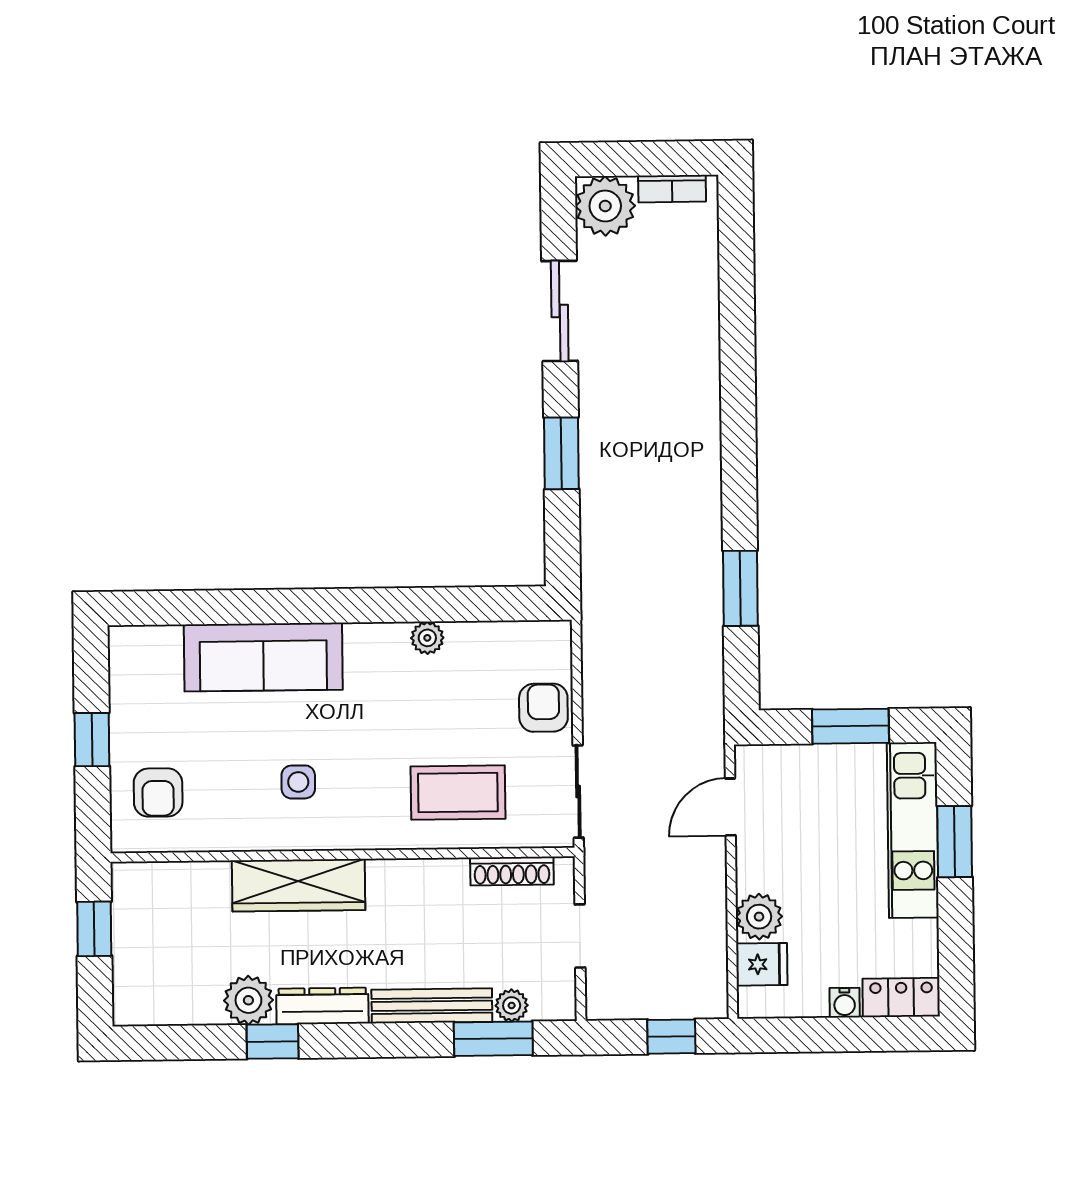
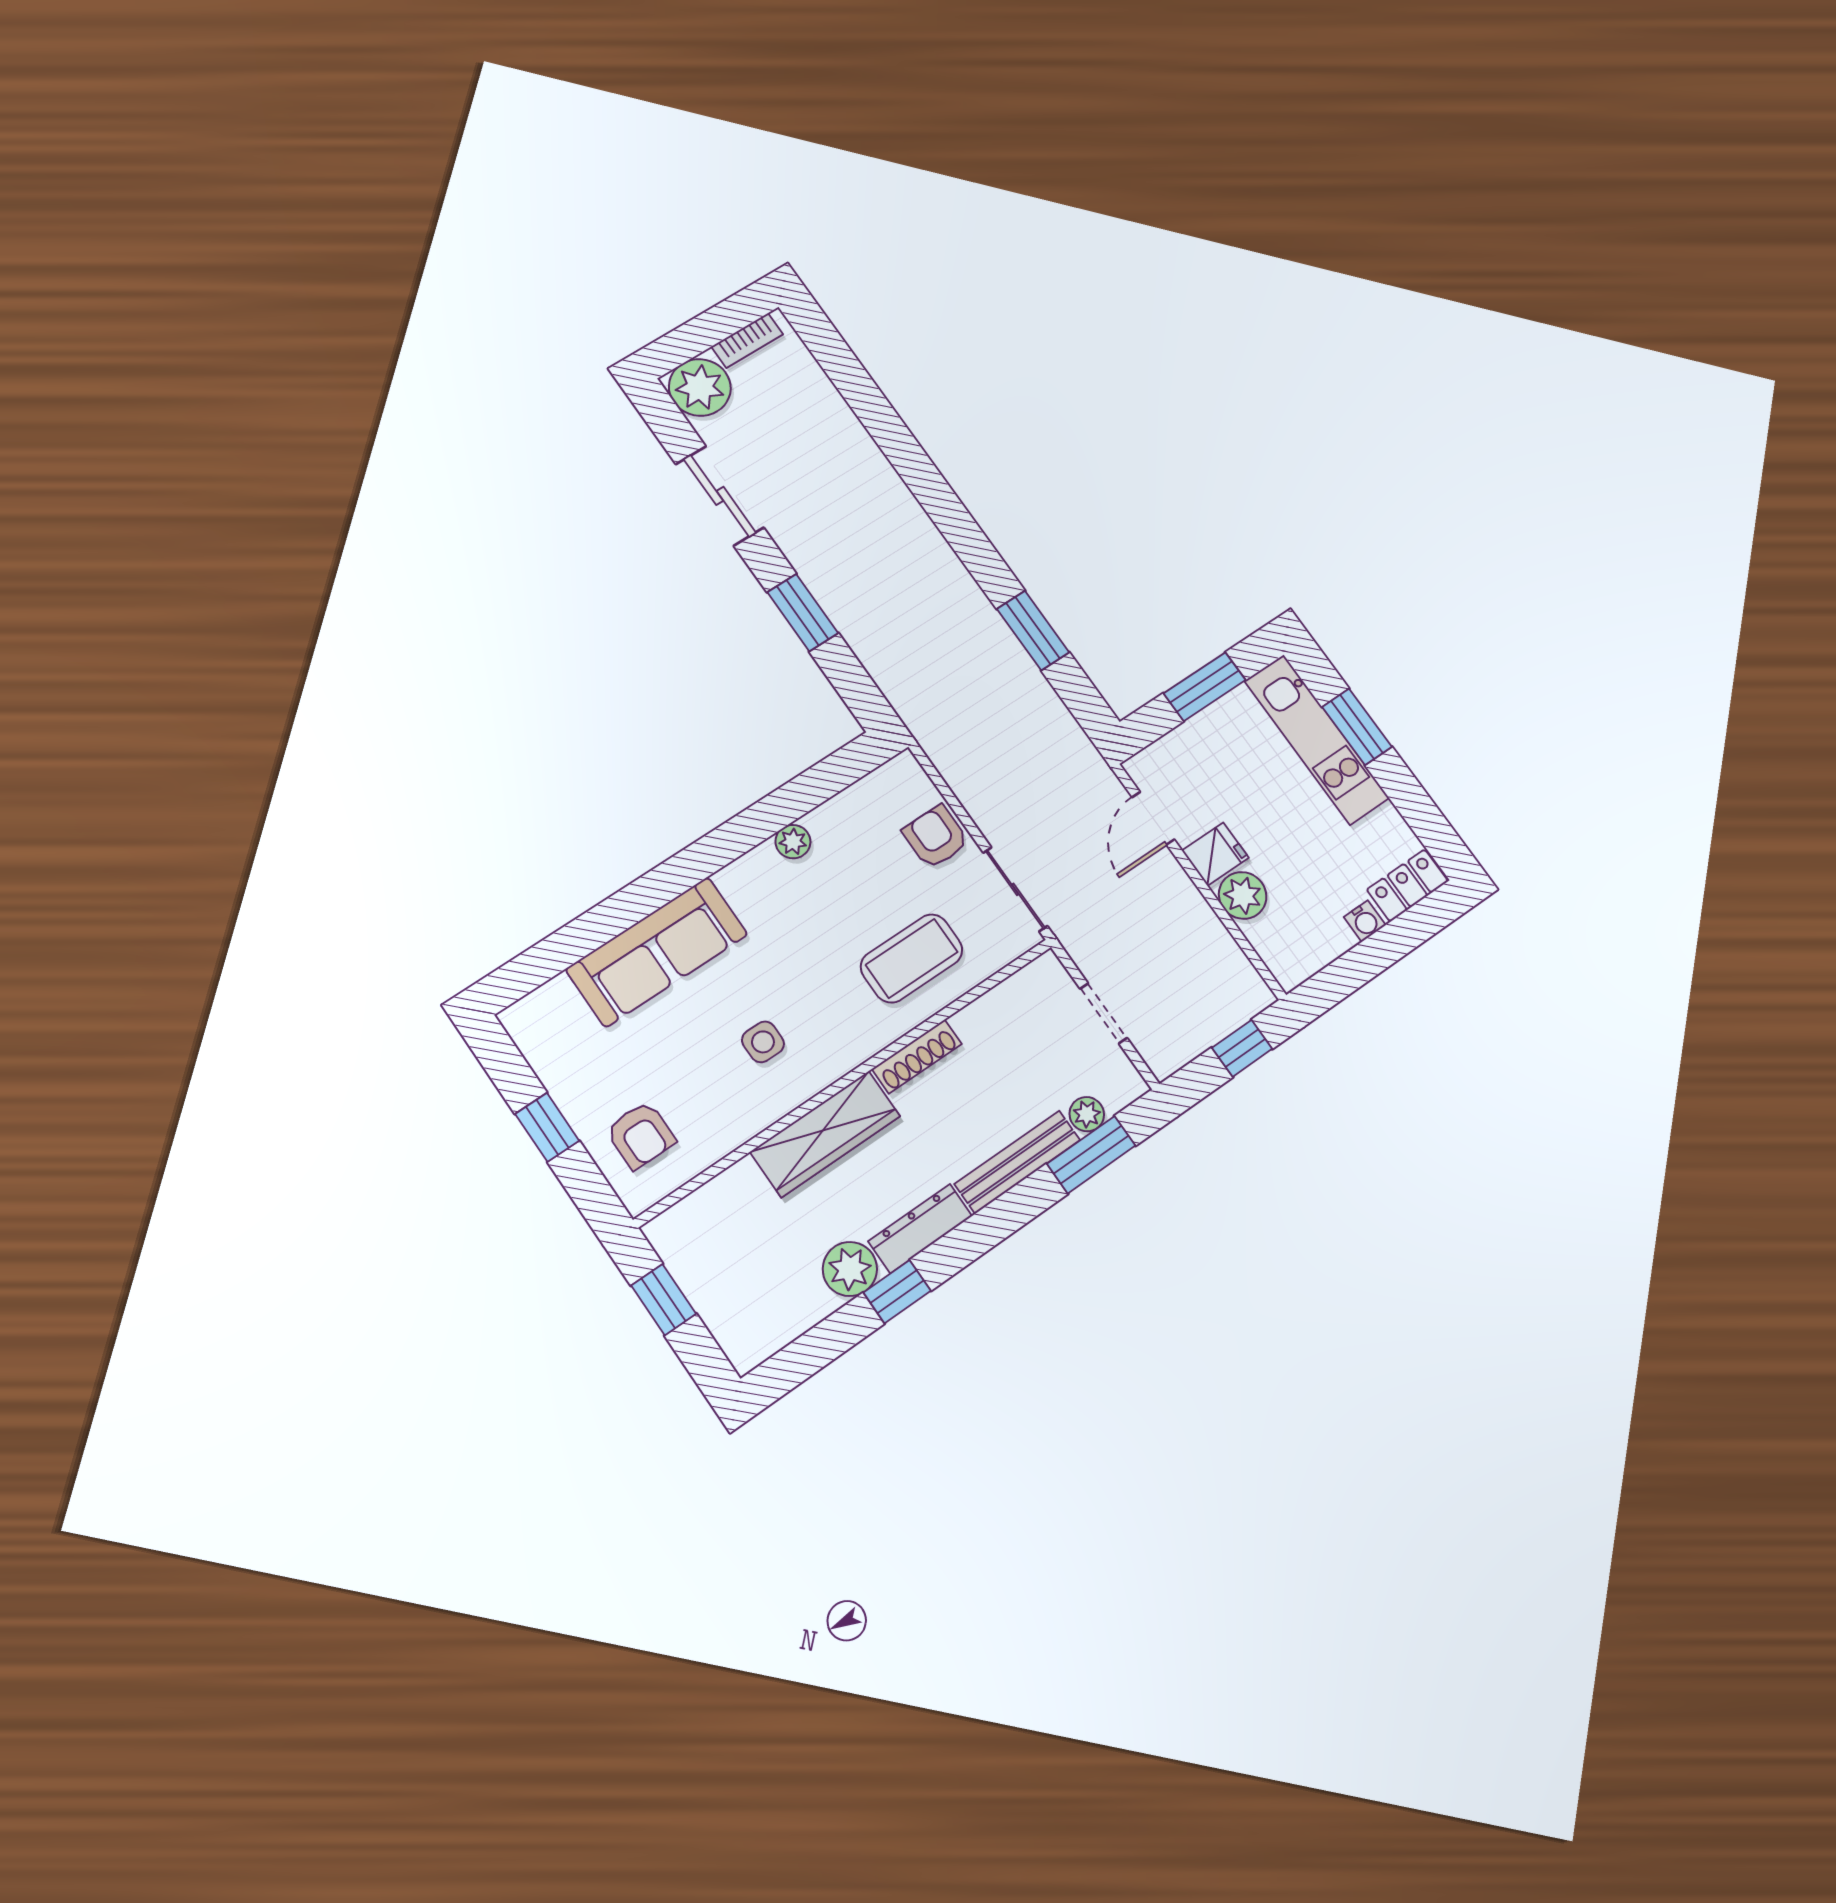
shoe rack: (512, 871) -> (917, 1057), moved
fridge: (762, 964) -> (1215, 854), moved

